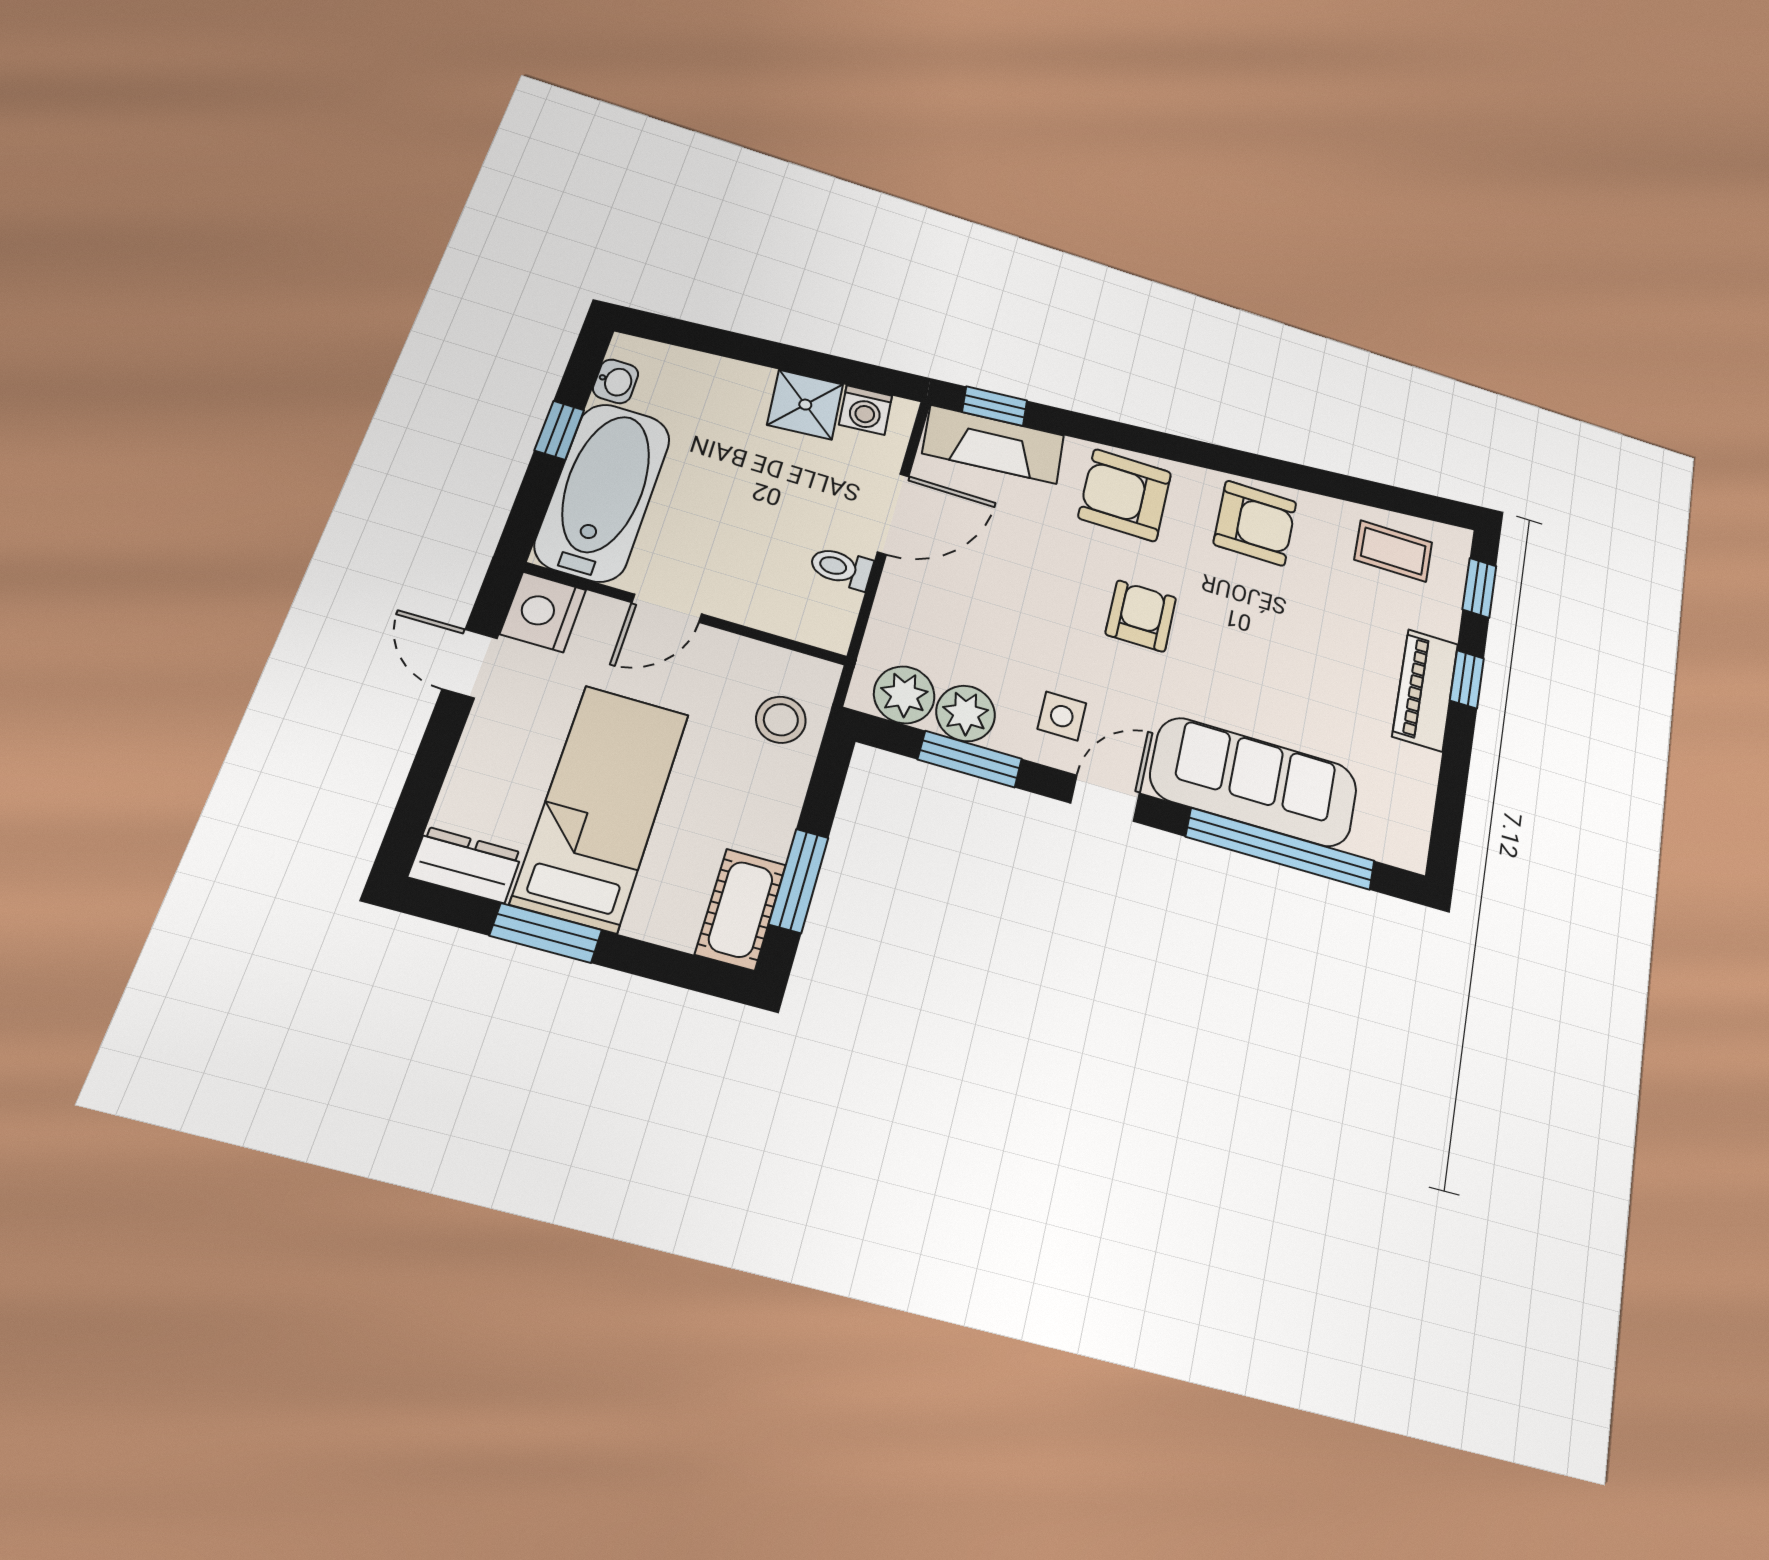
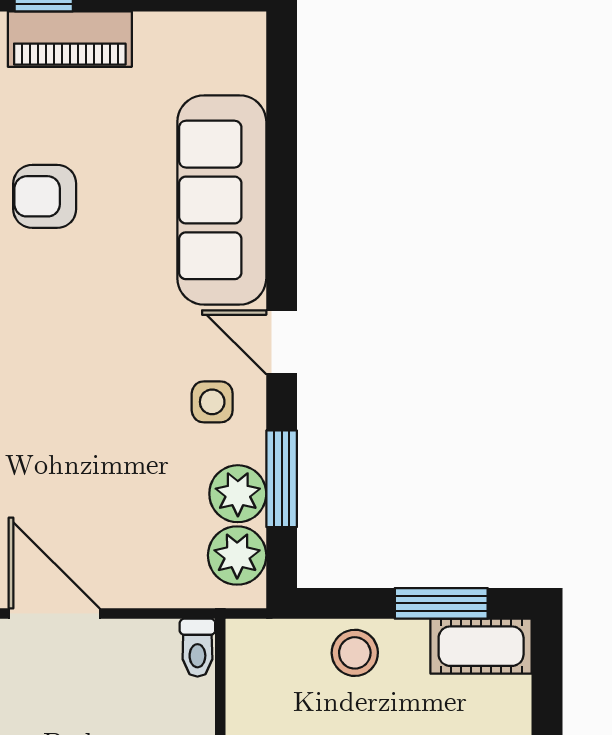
toilet: (841, 568) -> (197, 648), moved
armchair: (1141, 616) -> (45, 196), moved
stool: (781, 720) -> (355, 653), moved
window: (1281, 849) -> (282, 162), removed

